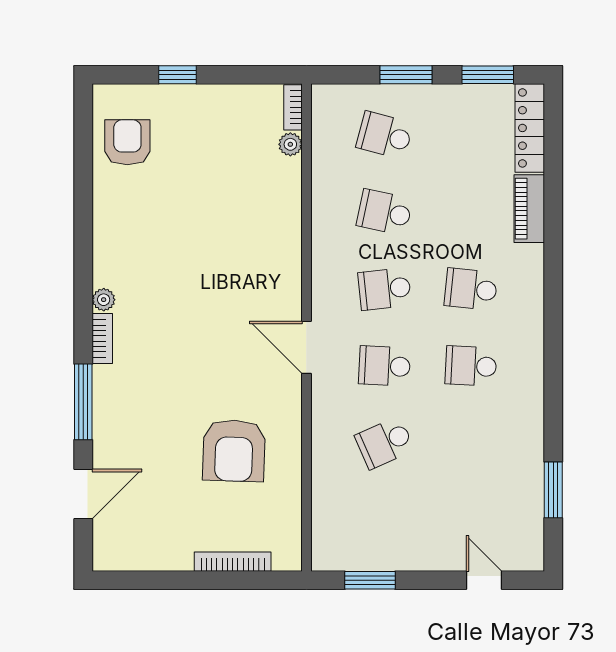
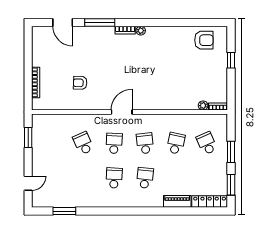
school desk: (385, 135) -> (207, 143), turned -39
armchair: (234, 451) -> (80, 83), width x0.53, depth x0.53

